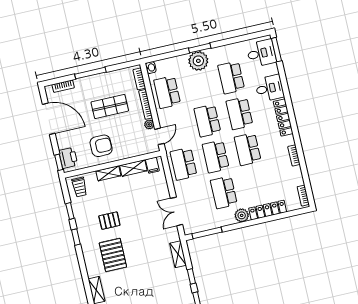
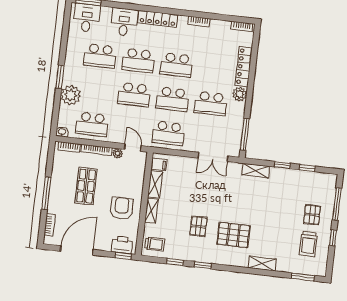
plant: (198, 61) -> (71, 95), moved

